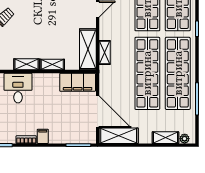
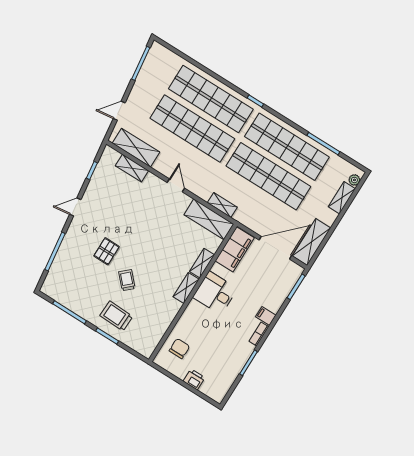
desk: (18, 88) -> (215, 293), moved

